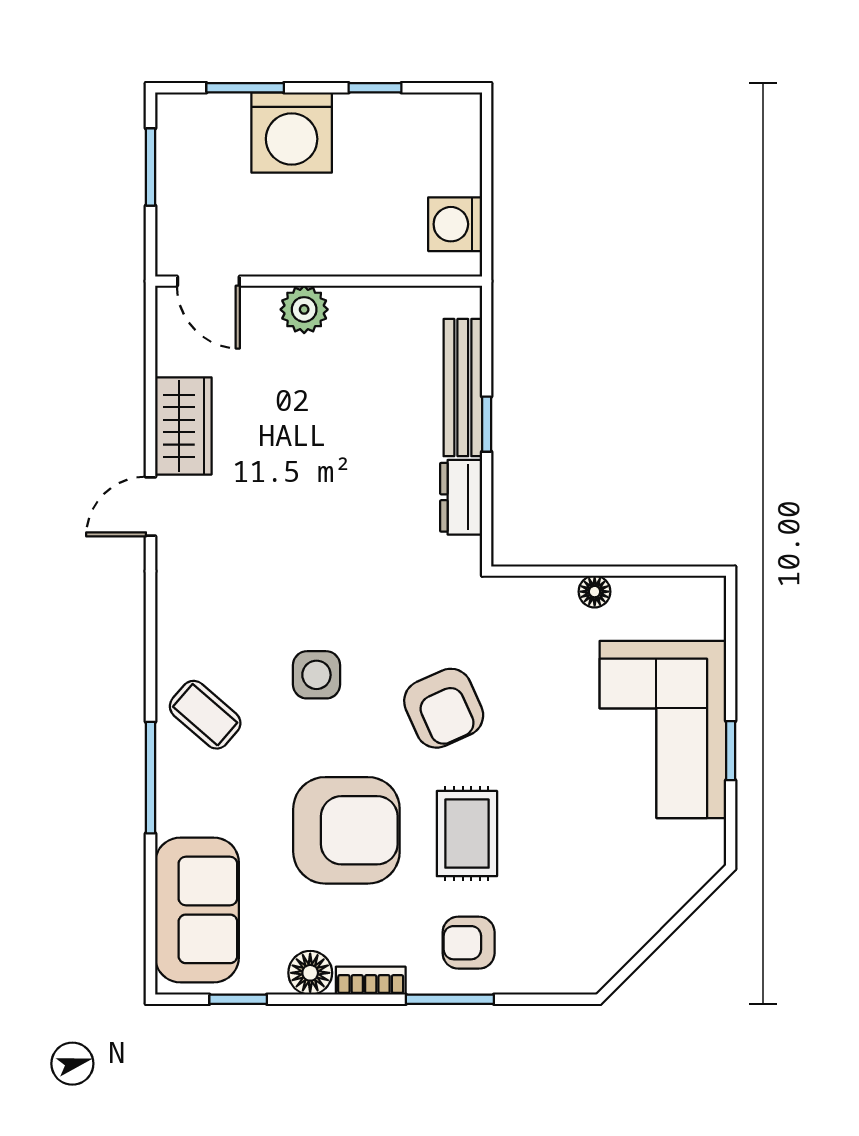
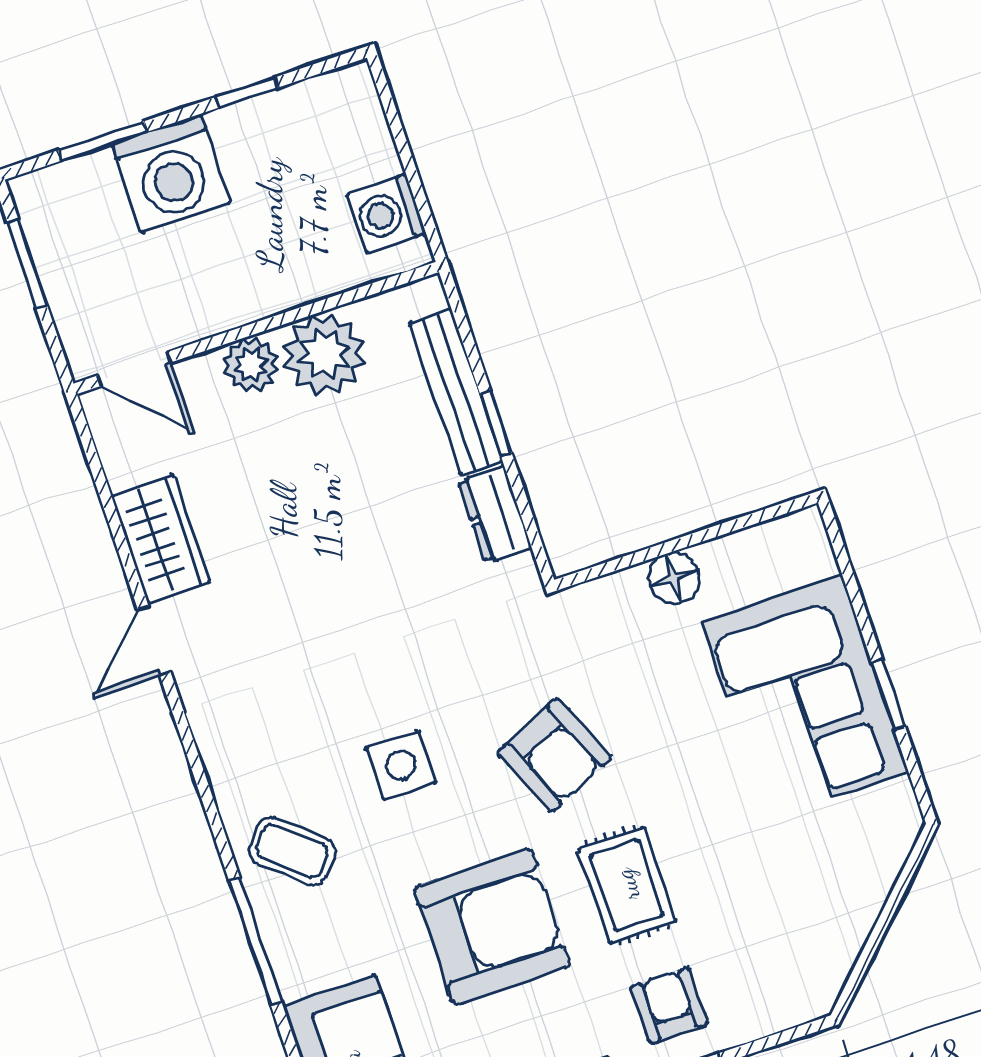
plant: (367, 321) -> (324, 354), added
floor lamp: (595, 592) -> (674, 578), width x1.37, depth x1.37
armchair: (469, 943) -> (669, 1006), turned 90

